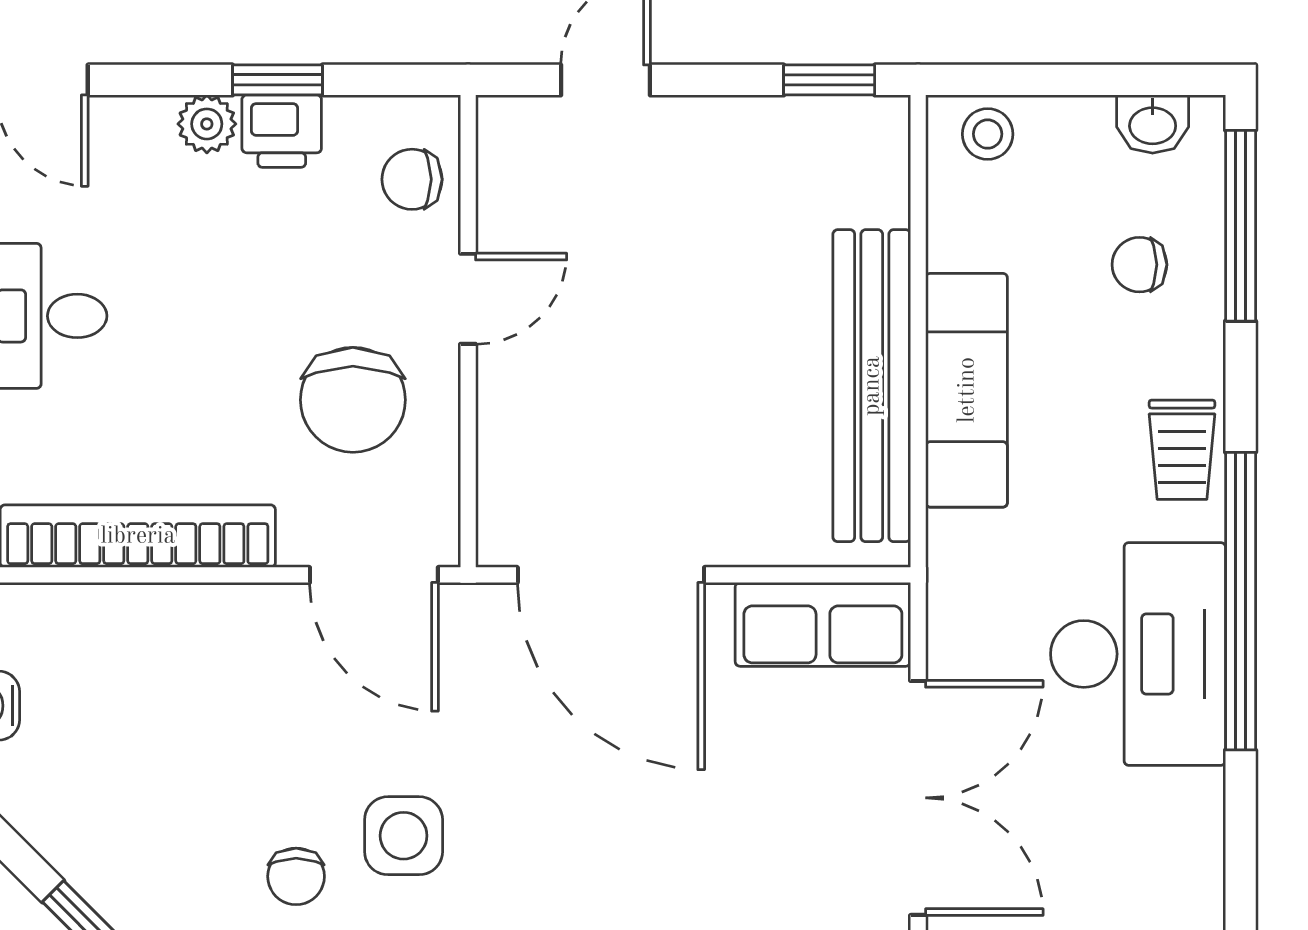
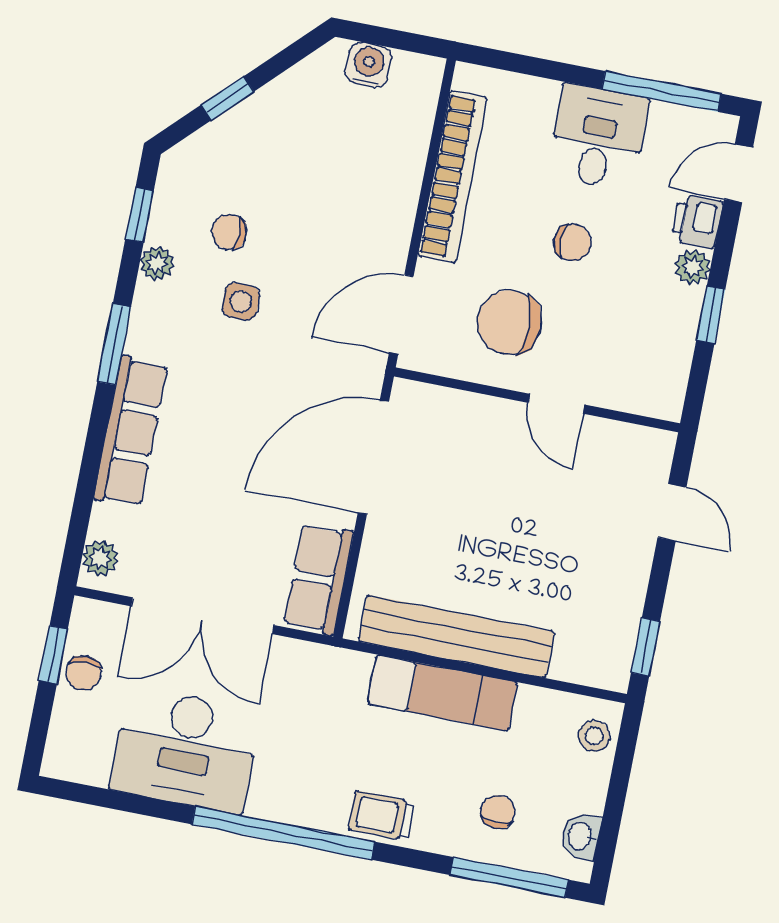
printer: (282, 131) -> (697, 221), moved
chair: (412, 179) -> (572, 243), moved, turned 90
desk: (1138, 654) -> (185, 750), moved
side table: (404, 836) -> (241, 301), width x0.73, depth x0.73

